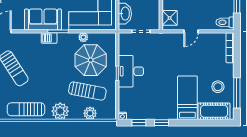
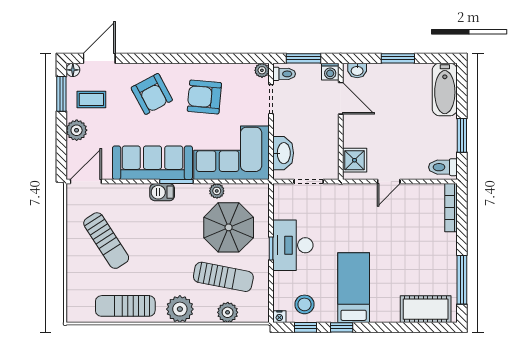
sofa: (43, 20) -> (152, 163), width x1.36
stool: (218, 87) -> (304, 304), moved
bed: (187, 98) -> (354, 288), moved

